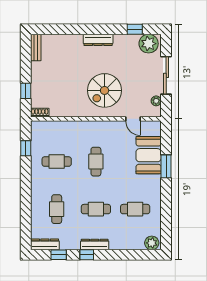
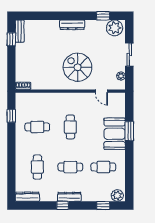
sliding door: (166, 75) -> (129, 55), width x0.73
spiral stairs: (105, 90) -> (78, 67), turned 90
window: (26, 91) -> (11, 39), moved
booth: (149, 155) -> (115, 134), moved
window: (59, 255) -> (103, 205), moved

